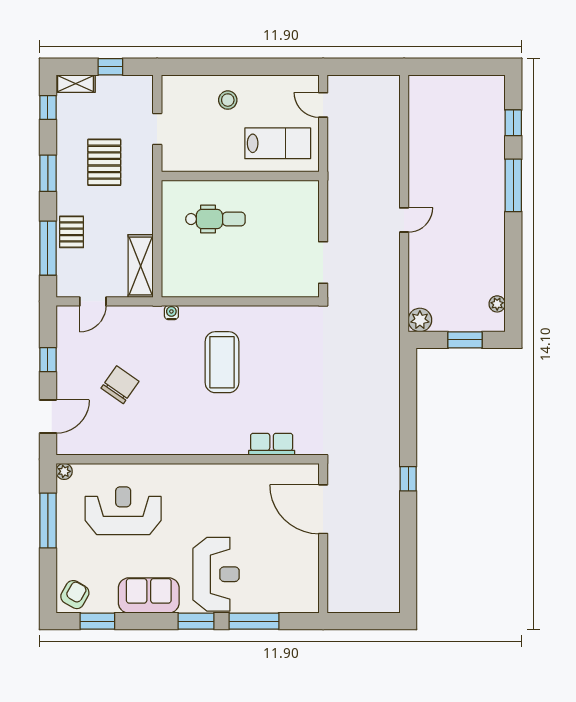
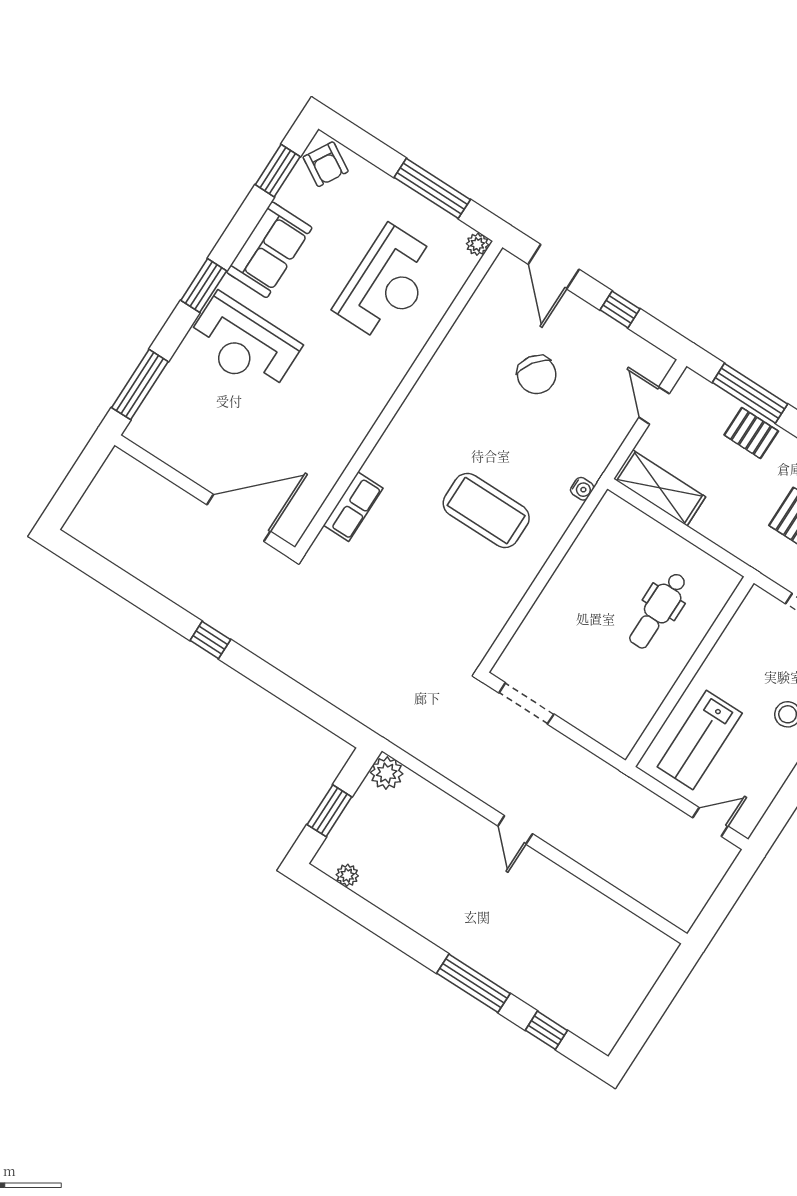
window: (254, 621) -> (140, 385), moved

